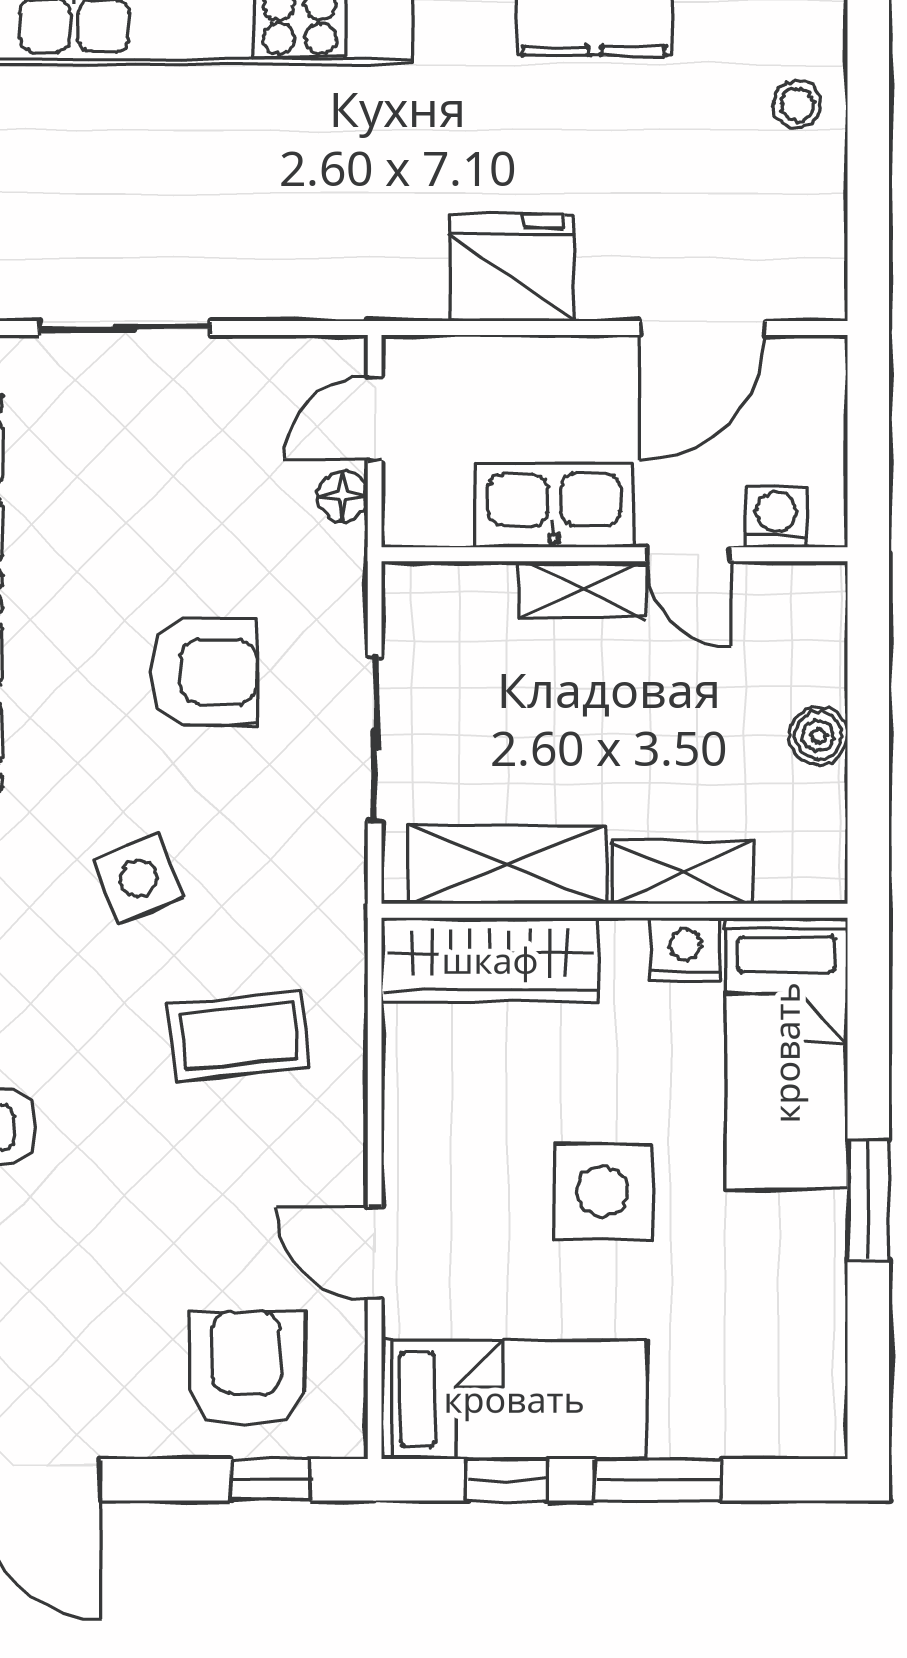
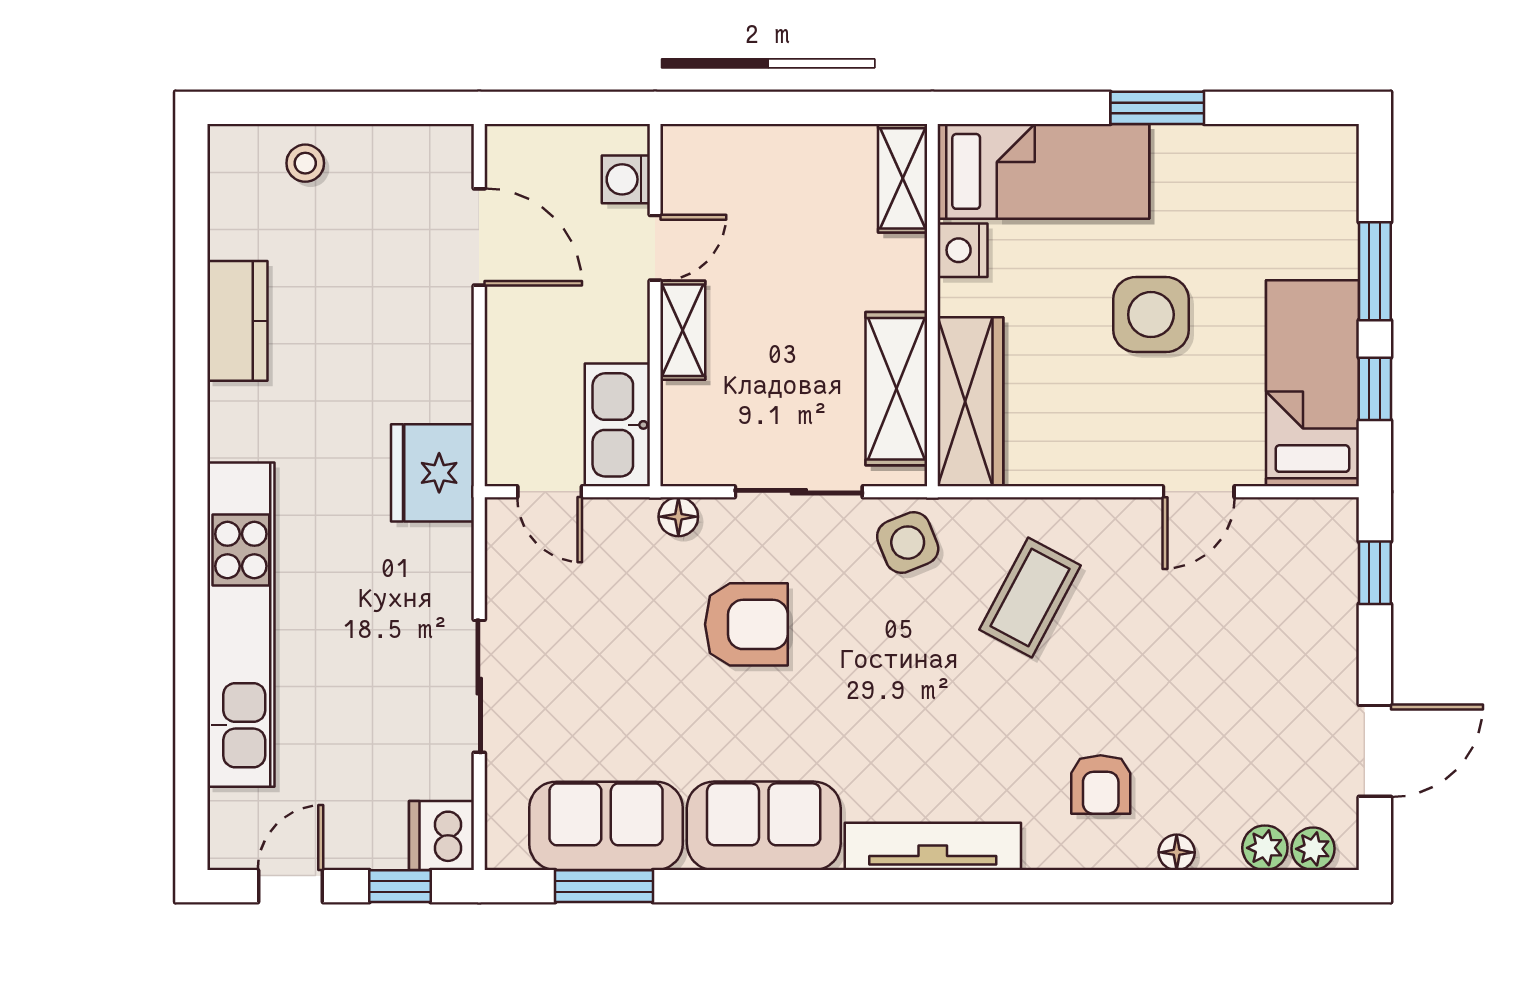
fridge: (512, 268) -> (433, 473), moved
floor lamp: (343, 496) -> (678, 517), moved
kitchen sink: (554, 506) -> (617, 425), moved
armchair: (204, 671) -> (746, 624), turned 90
boiler: (818, 736) -> (796, 147), removed
shelving: (681, 872) -> (903, 178), moved
side table: (139, 879) -> (908, 543), moved
coffee table: (239, 1036) -> (1030, 598), turned 34
armchair: (247, 1369) -> (1288, 591), removed

